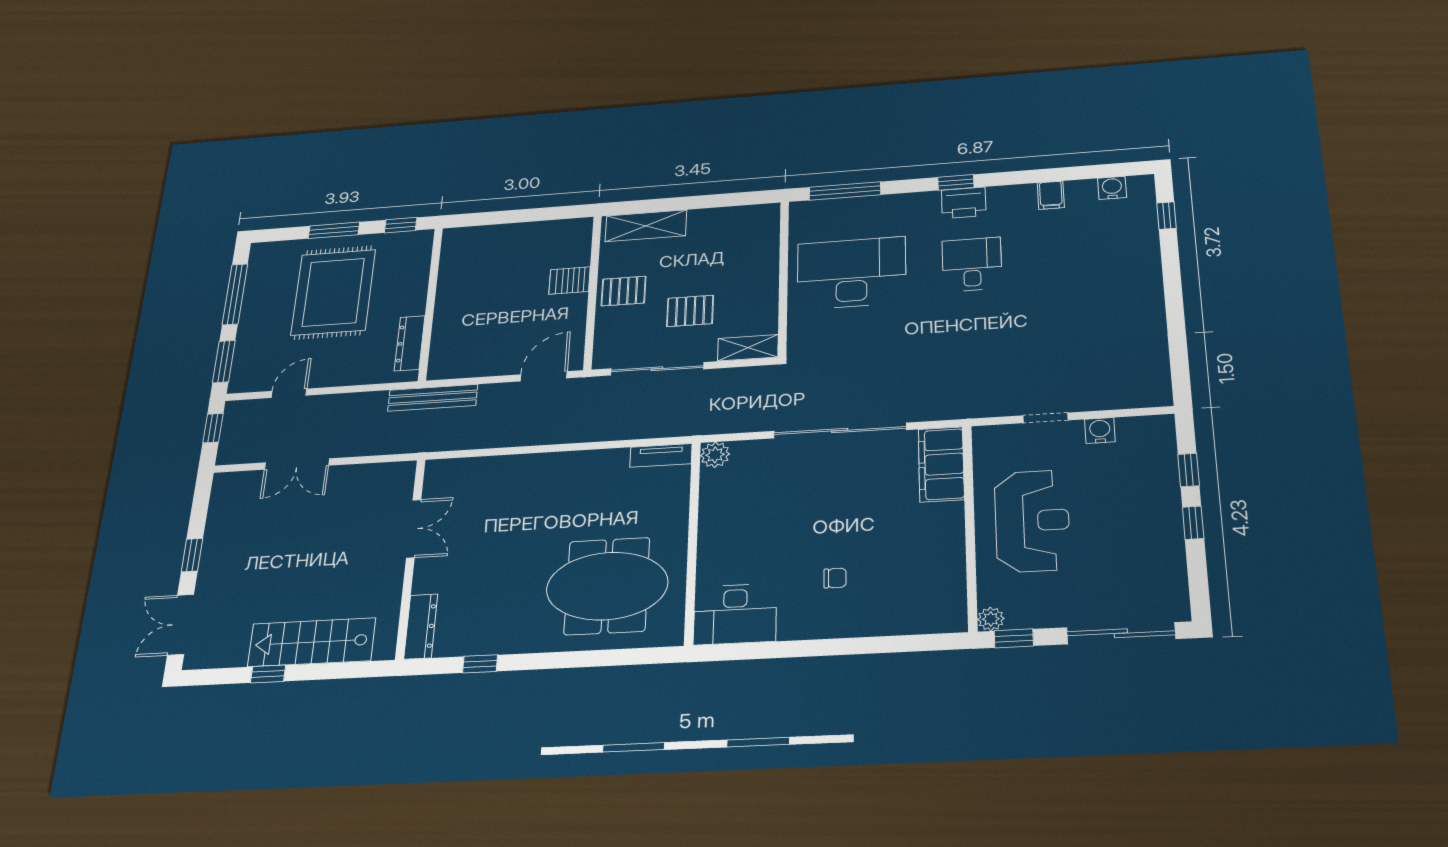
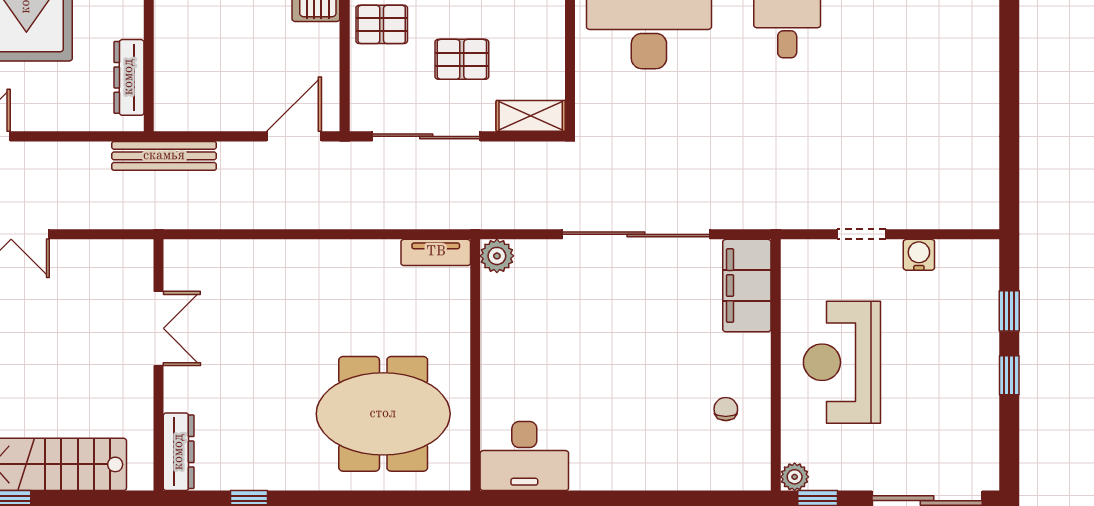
reception desk: (1032, 521) -> (842, 362), turned 180
chair: (835, 578) -> (726, 409), moved, turned -90

